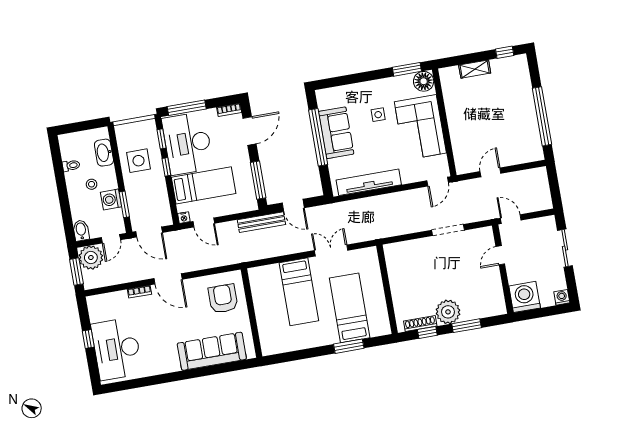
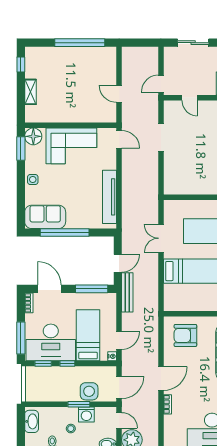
side table: (378, 115) -> (33, 179), moved
sofa: (336, 133) -> (45, 217), moved
washbasin: (104, 153) -> (32, 421), moved, turned -90
side table: (139, 161) -> (89, 391), moved
window: (124, 204) -> (79, 404), moved

